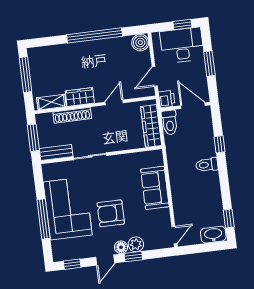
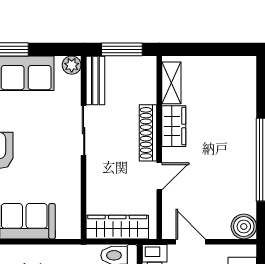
window: (26, 75) -> (217, 49), removed
door: (114, 102) -> (159, 176), hinge flipped
shoe rack: (72, 115) -> (148, 133), moved
plant: (48, 169) -> (72, 65), added

